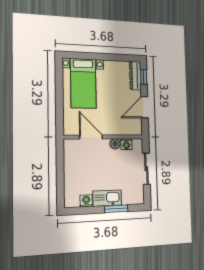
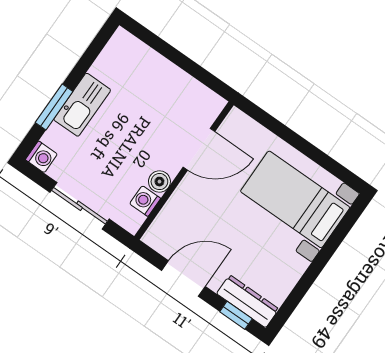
door: (145, 107) -> (183, 279), hinge flipped
washing machine: (86, 201) -> (41, 157), moved

